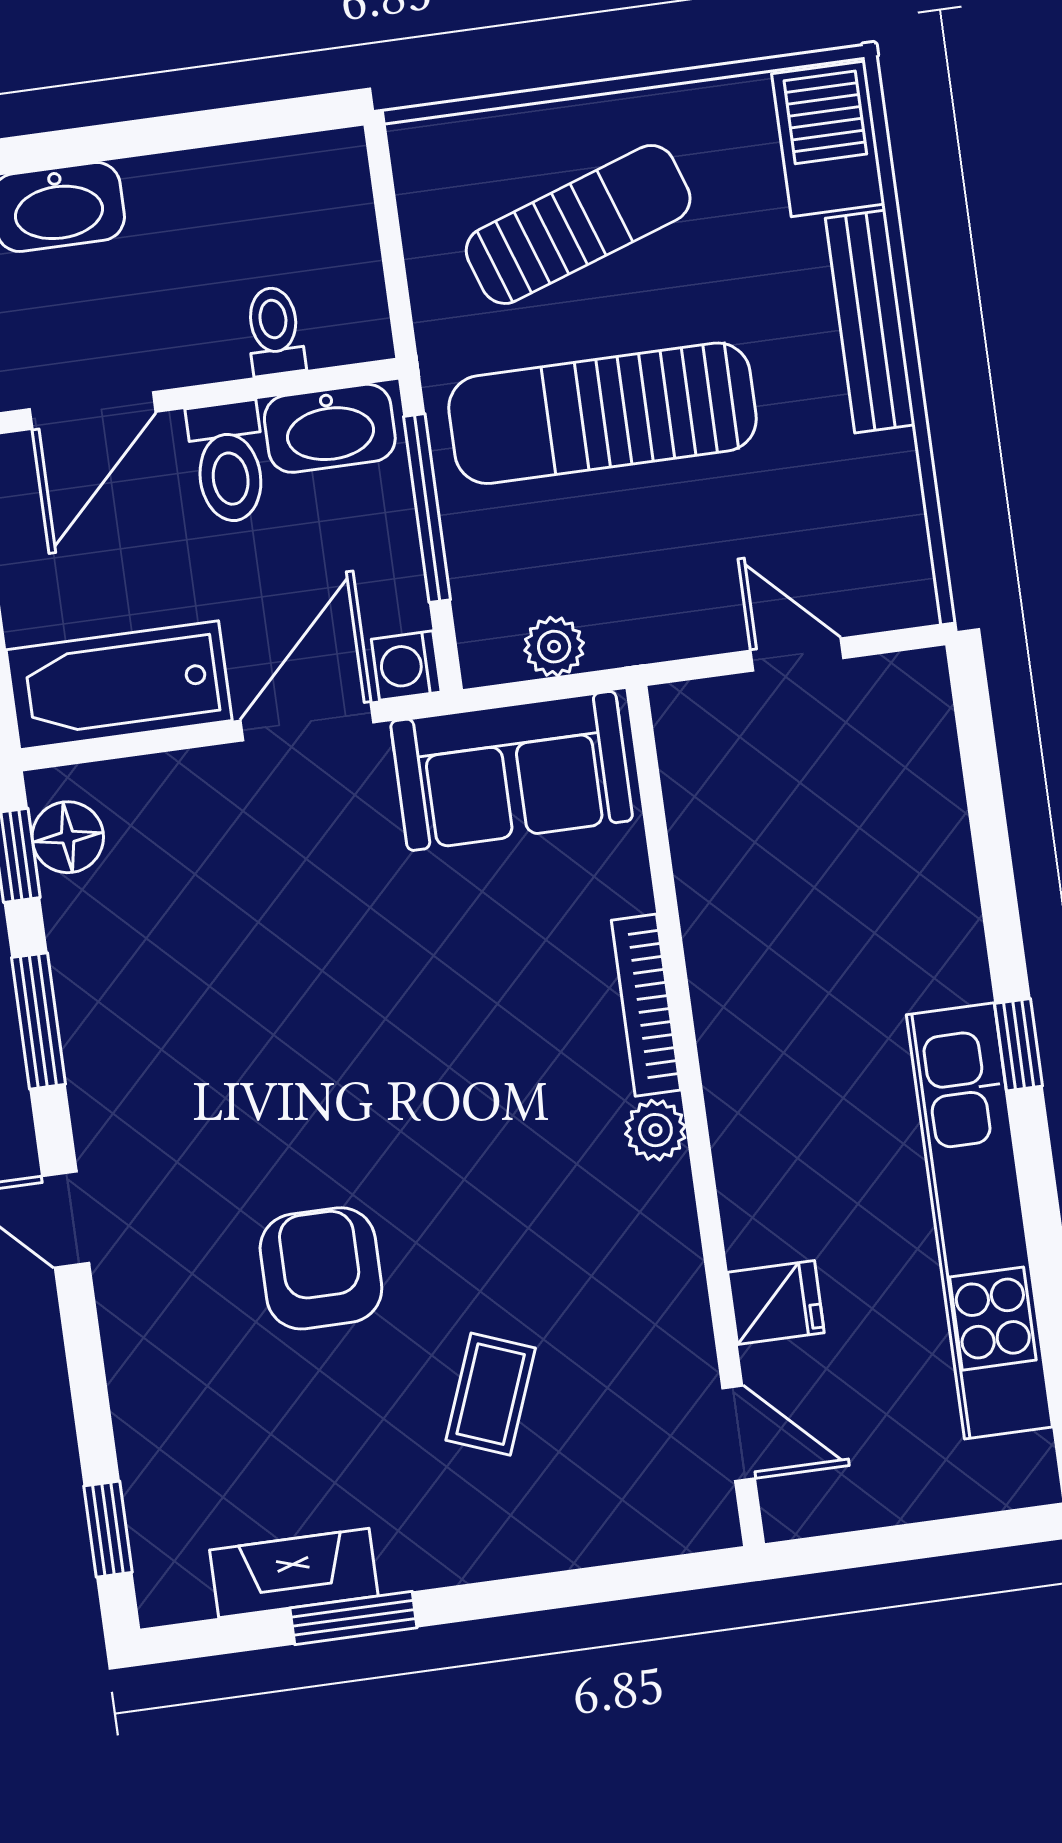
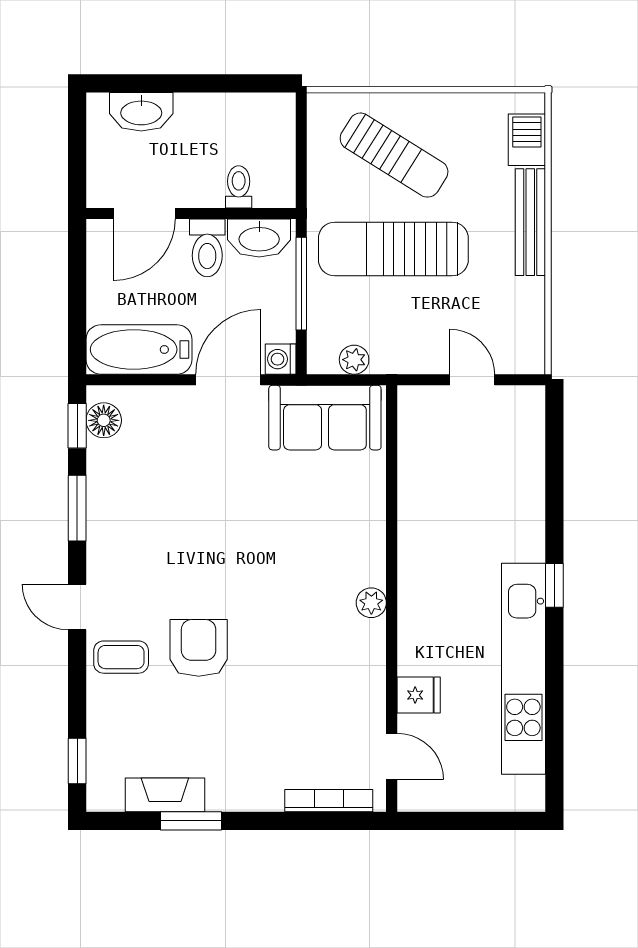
barbecue: (828, 139) -> (527, 140), width x0.73, depth x0.79
sun lounger: (578, 224) -> (394, 155), turned 51
bookcase: (646, 1005) -> (329, 801), moved, turned 90
coffee table: (491, 1394) -> (121, 657), moved, turned 69

